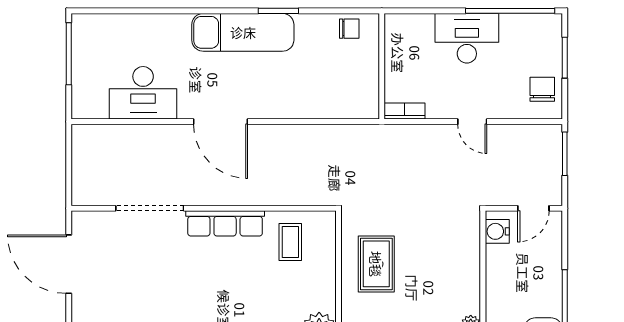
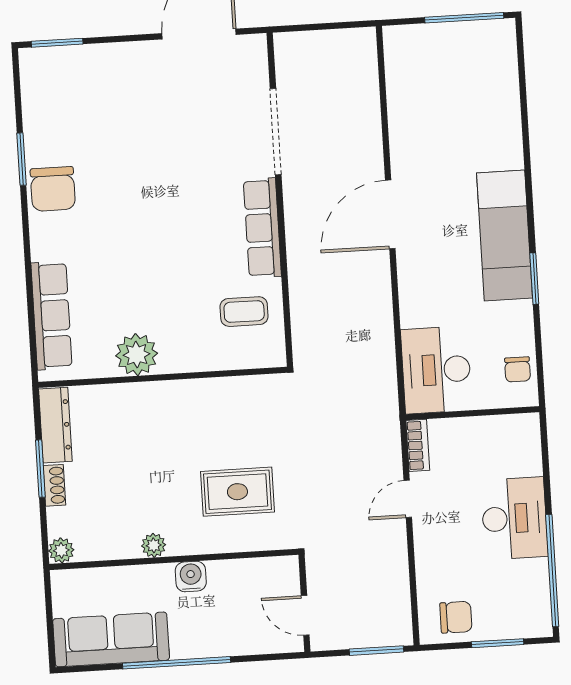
desk: (143, 93) -> (436, 370), moved
door: (472, 122) -> (408, 499), moved
water cooler: (497, 231) -> (191, 576), moved
rug: (376, 264) -> (237, 492), moved

